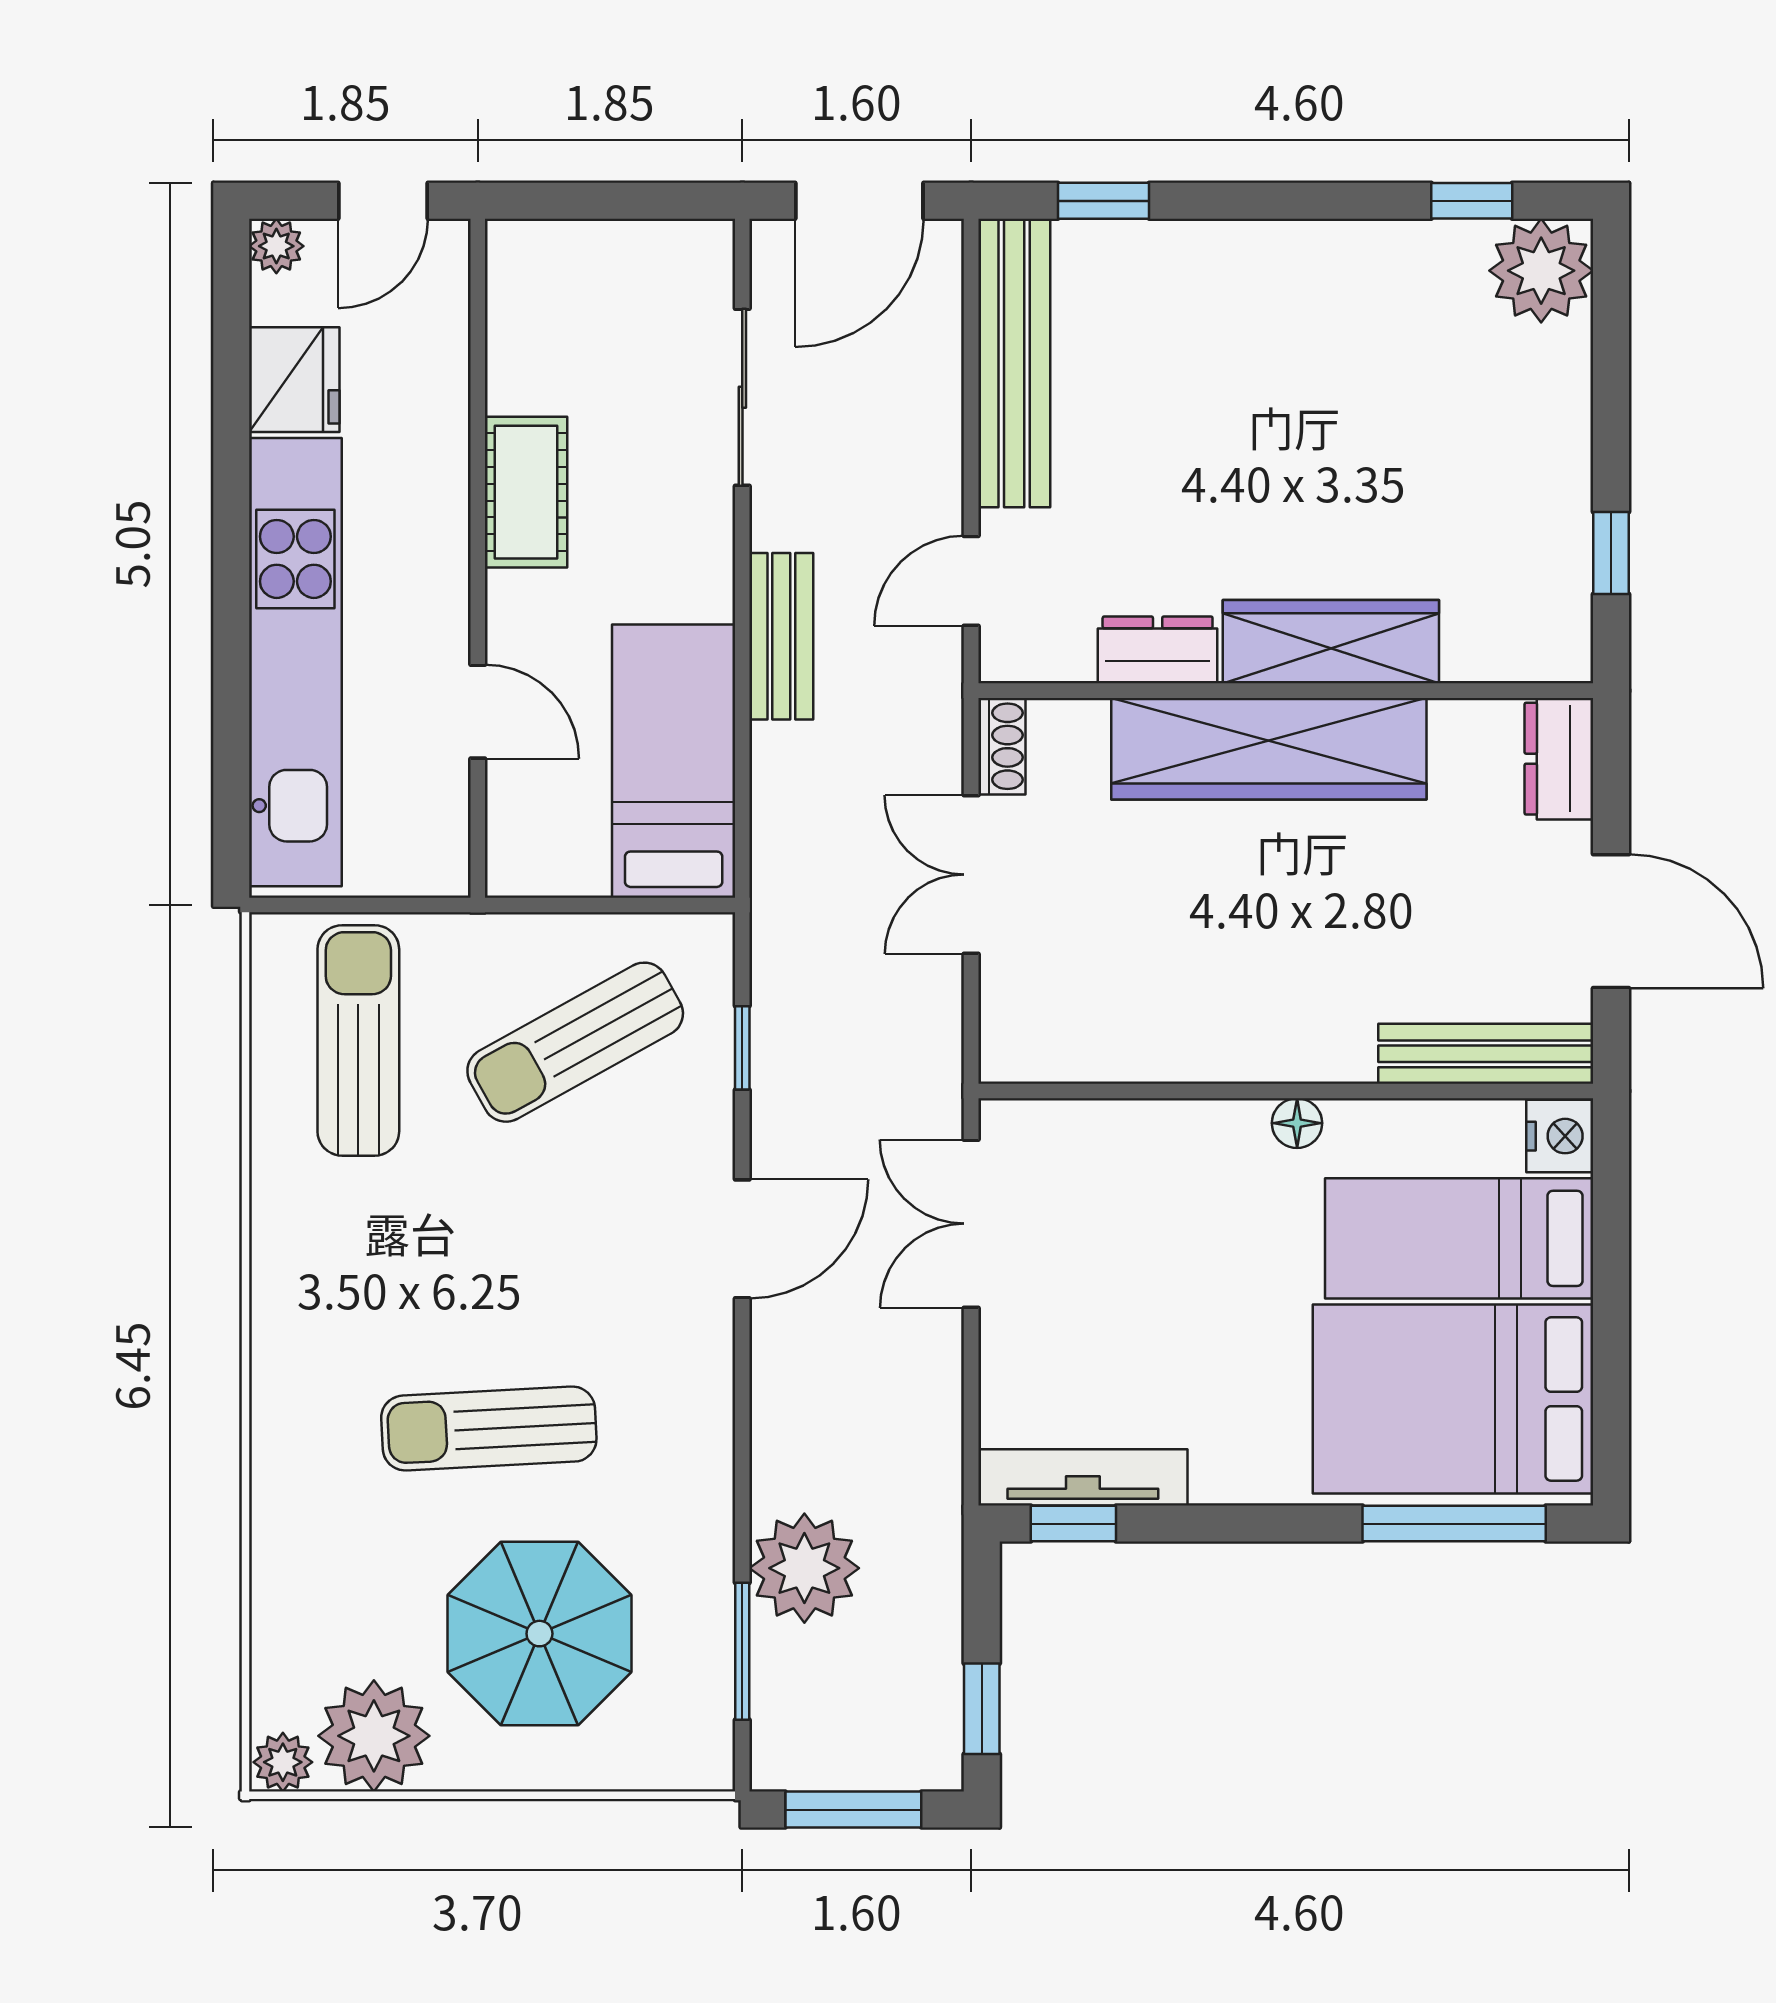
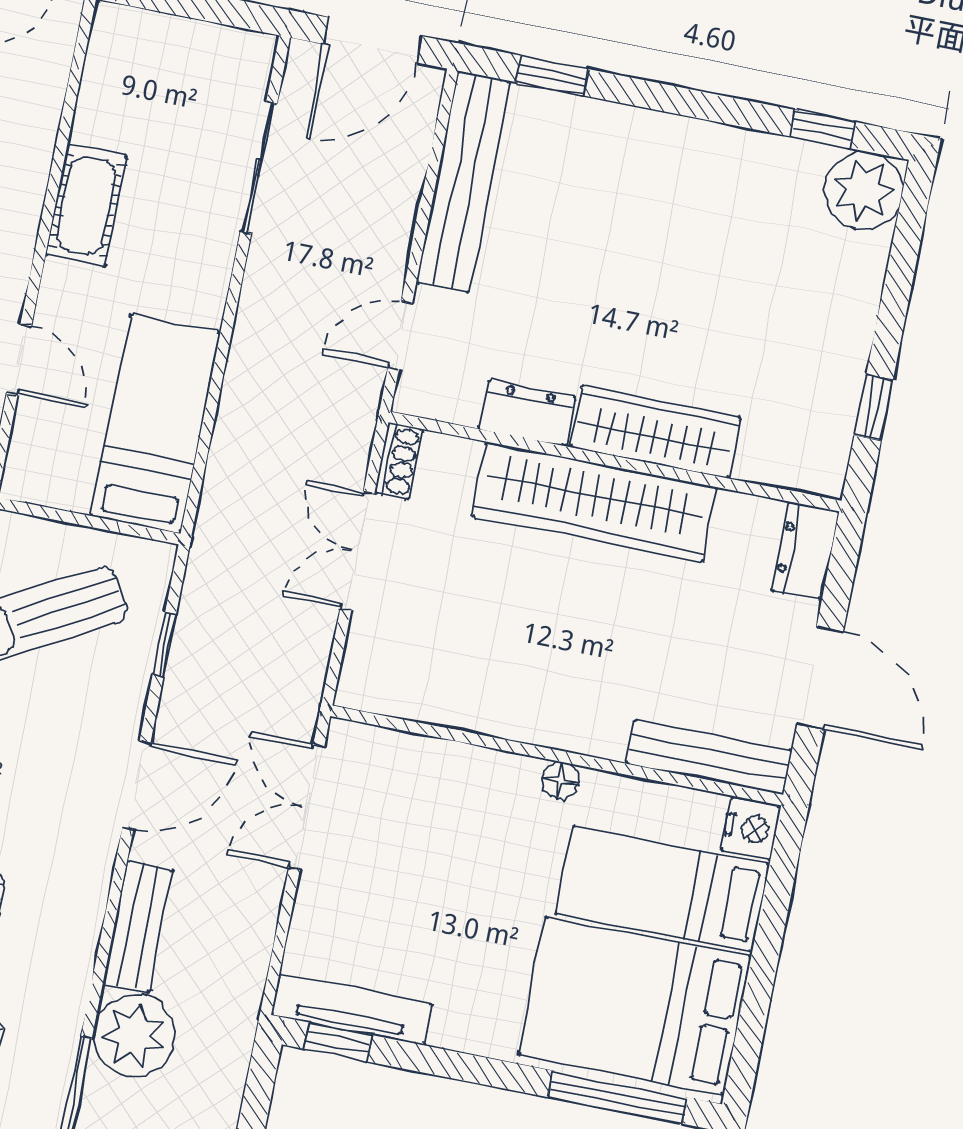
bench: (781, 636) -> (138, 927), moved

